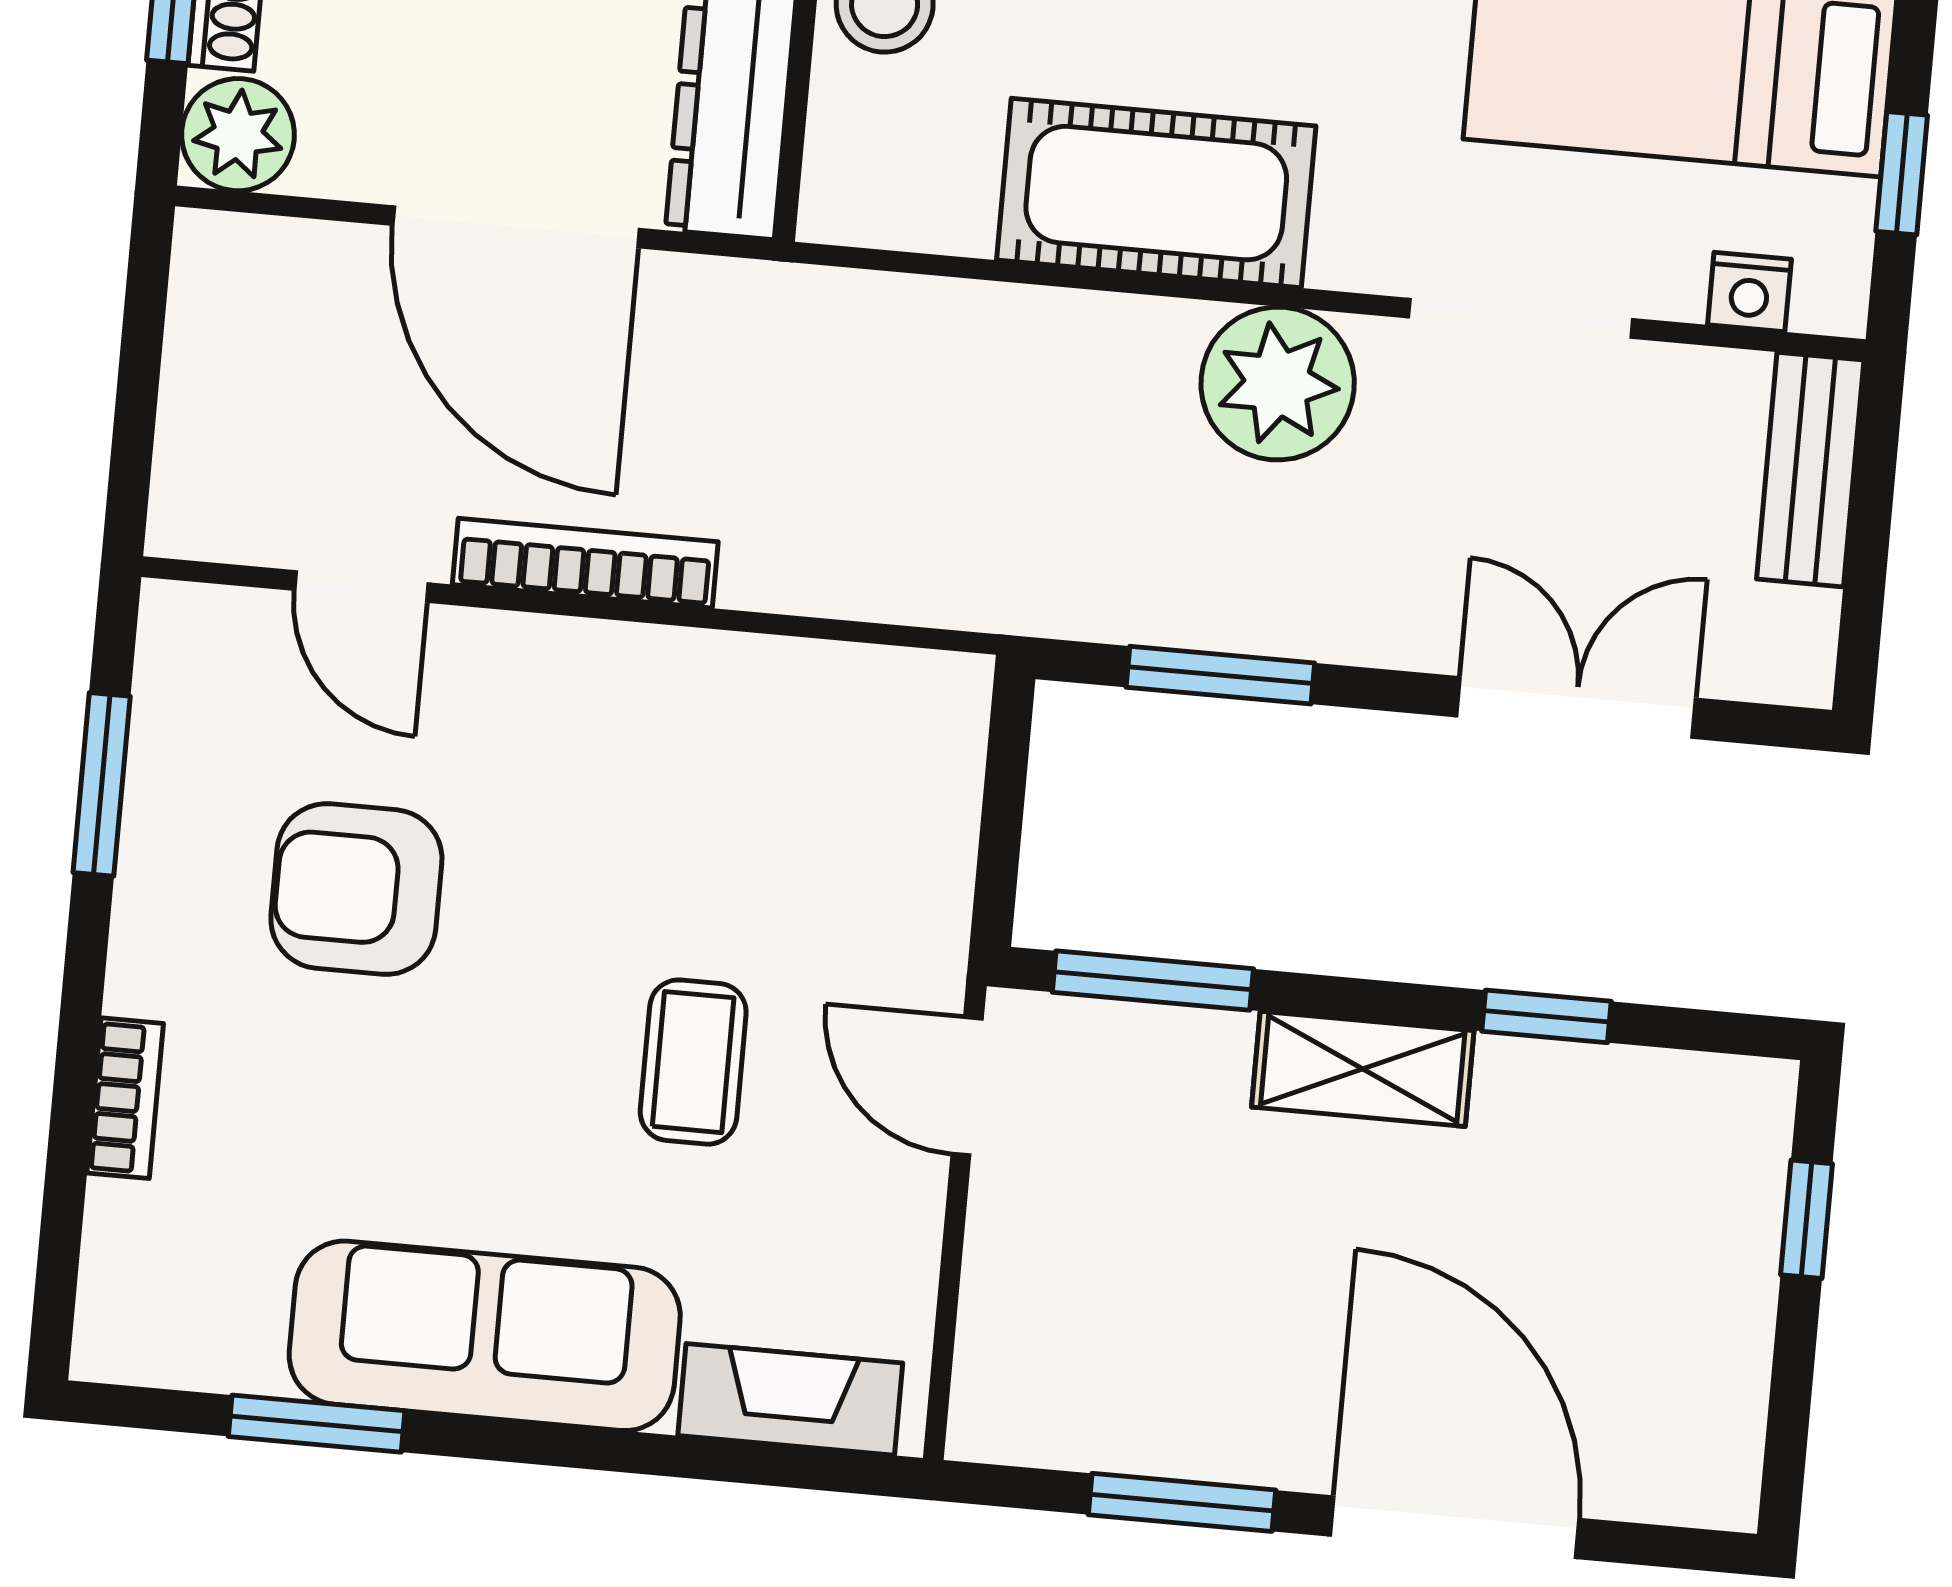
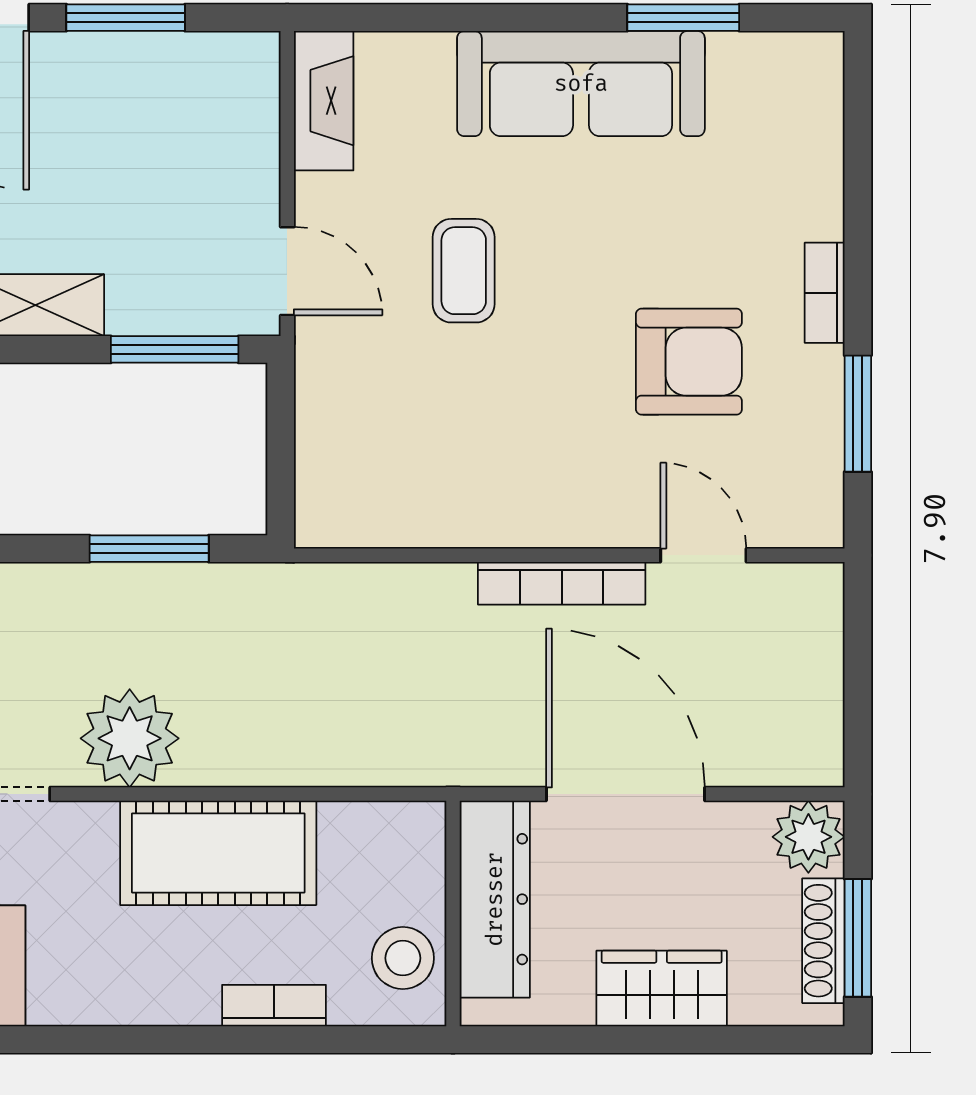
bookcase: (125, 1098) -> (825, 293), moved
fireplace: (790, 1399) -> (324, 101), moved, turned -90

